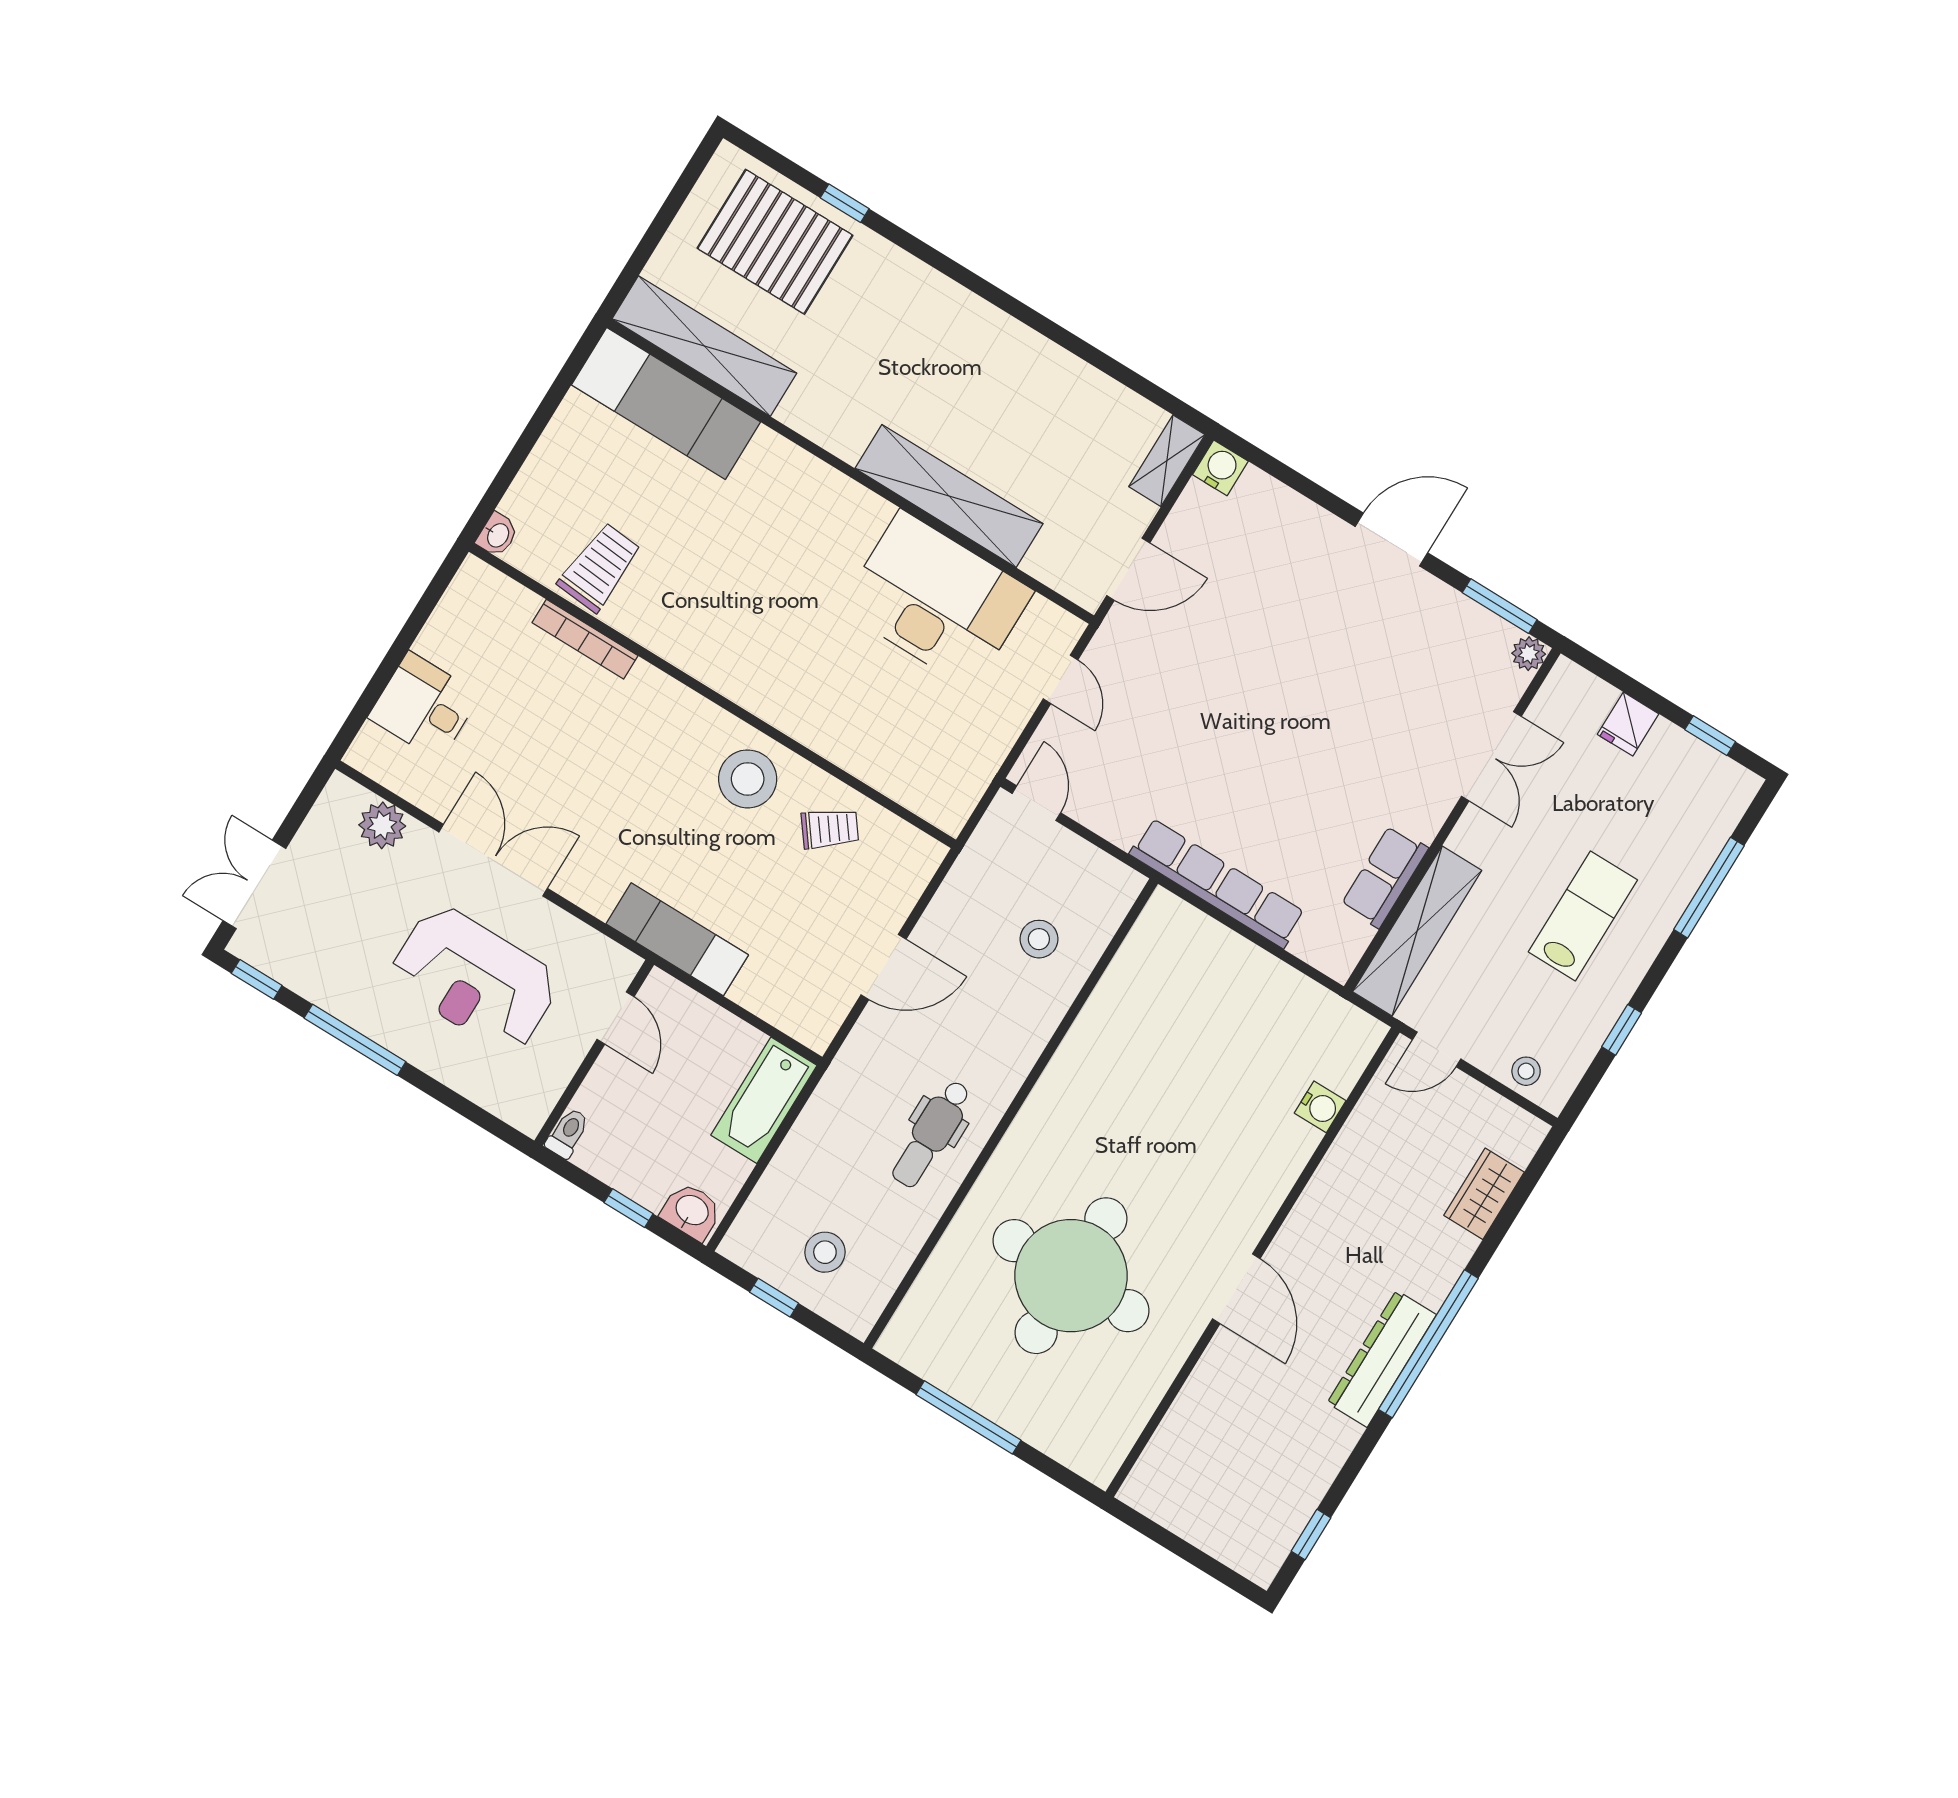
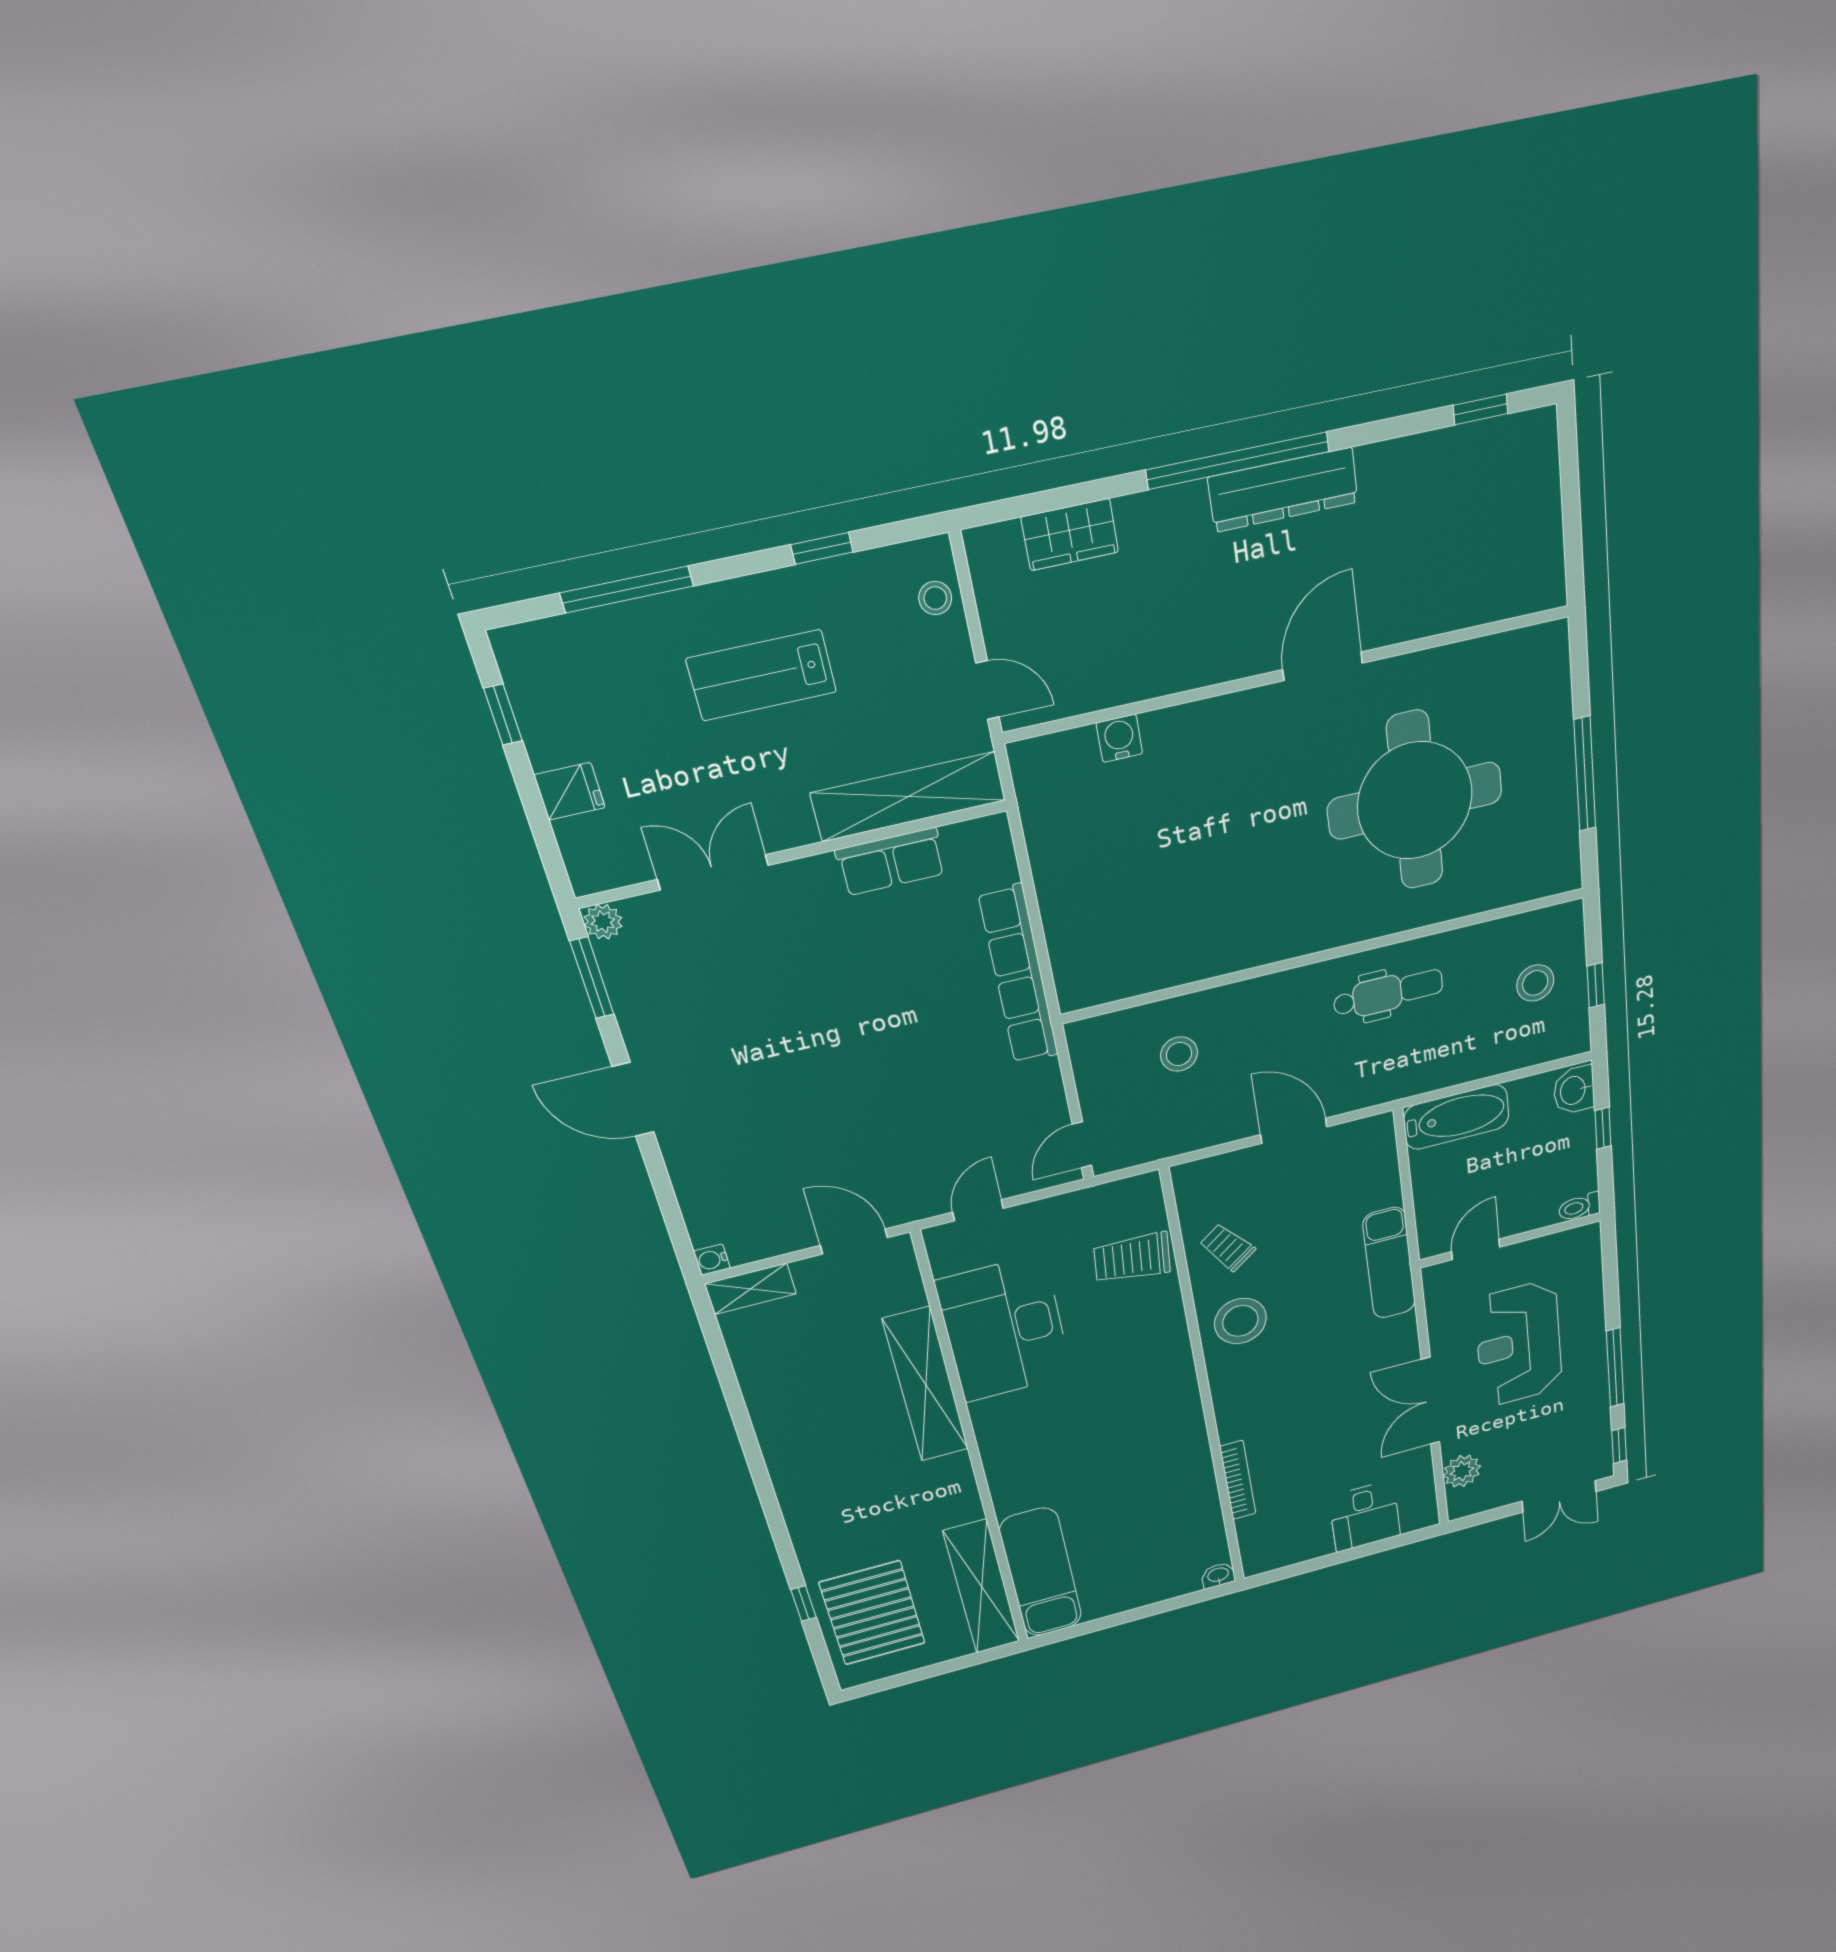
water cooler: (1220, 468) -> (712, 1260), width x0.72, depth x0.72
trolley: (600, 567) -> (1132, 1258), moved
reception desk: (474, 979) -> (1519, 1344), turned 180

